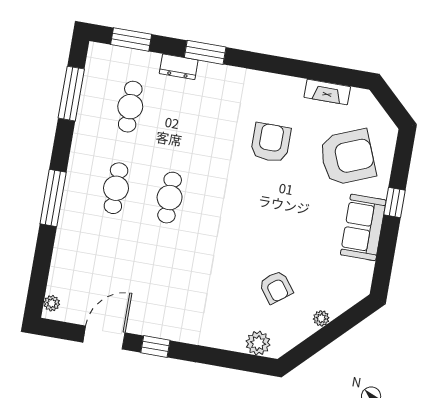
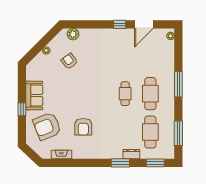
cafe table: (130, 107) -> (150, 132), width x1.37, depth x1.35
cafe table: (116, 188) -> (150, 94), width x1.37, depth x1.35

